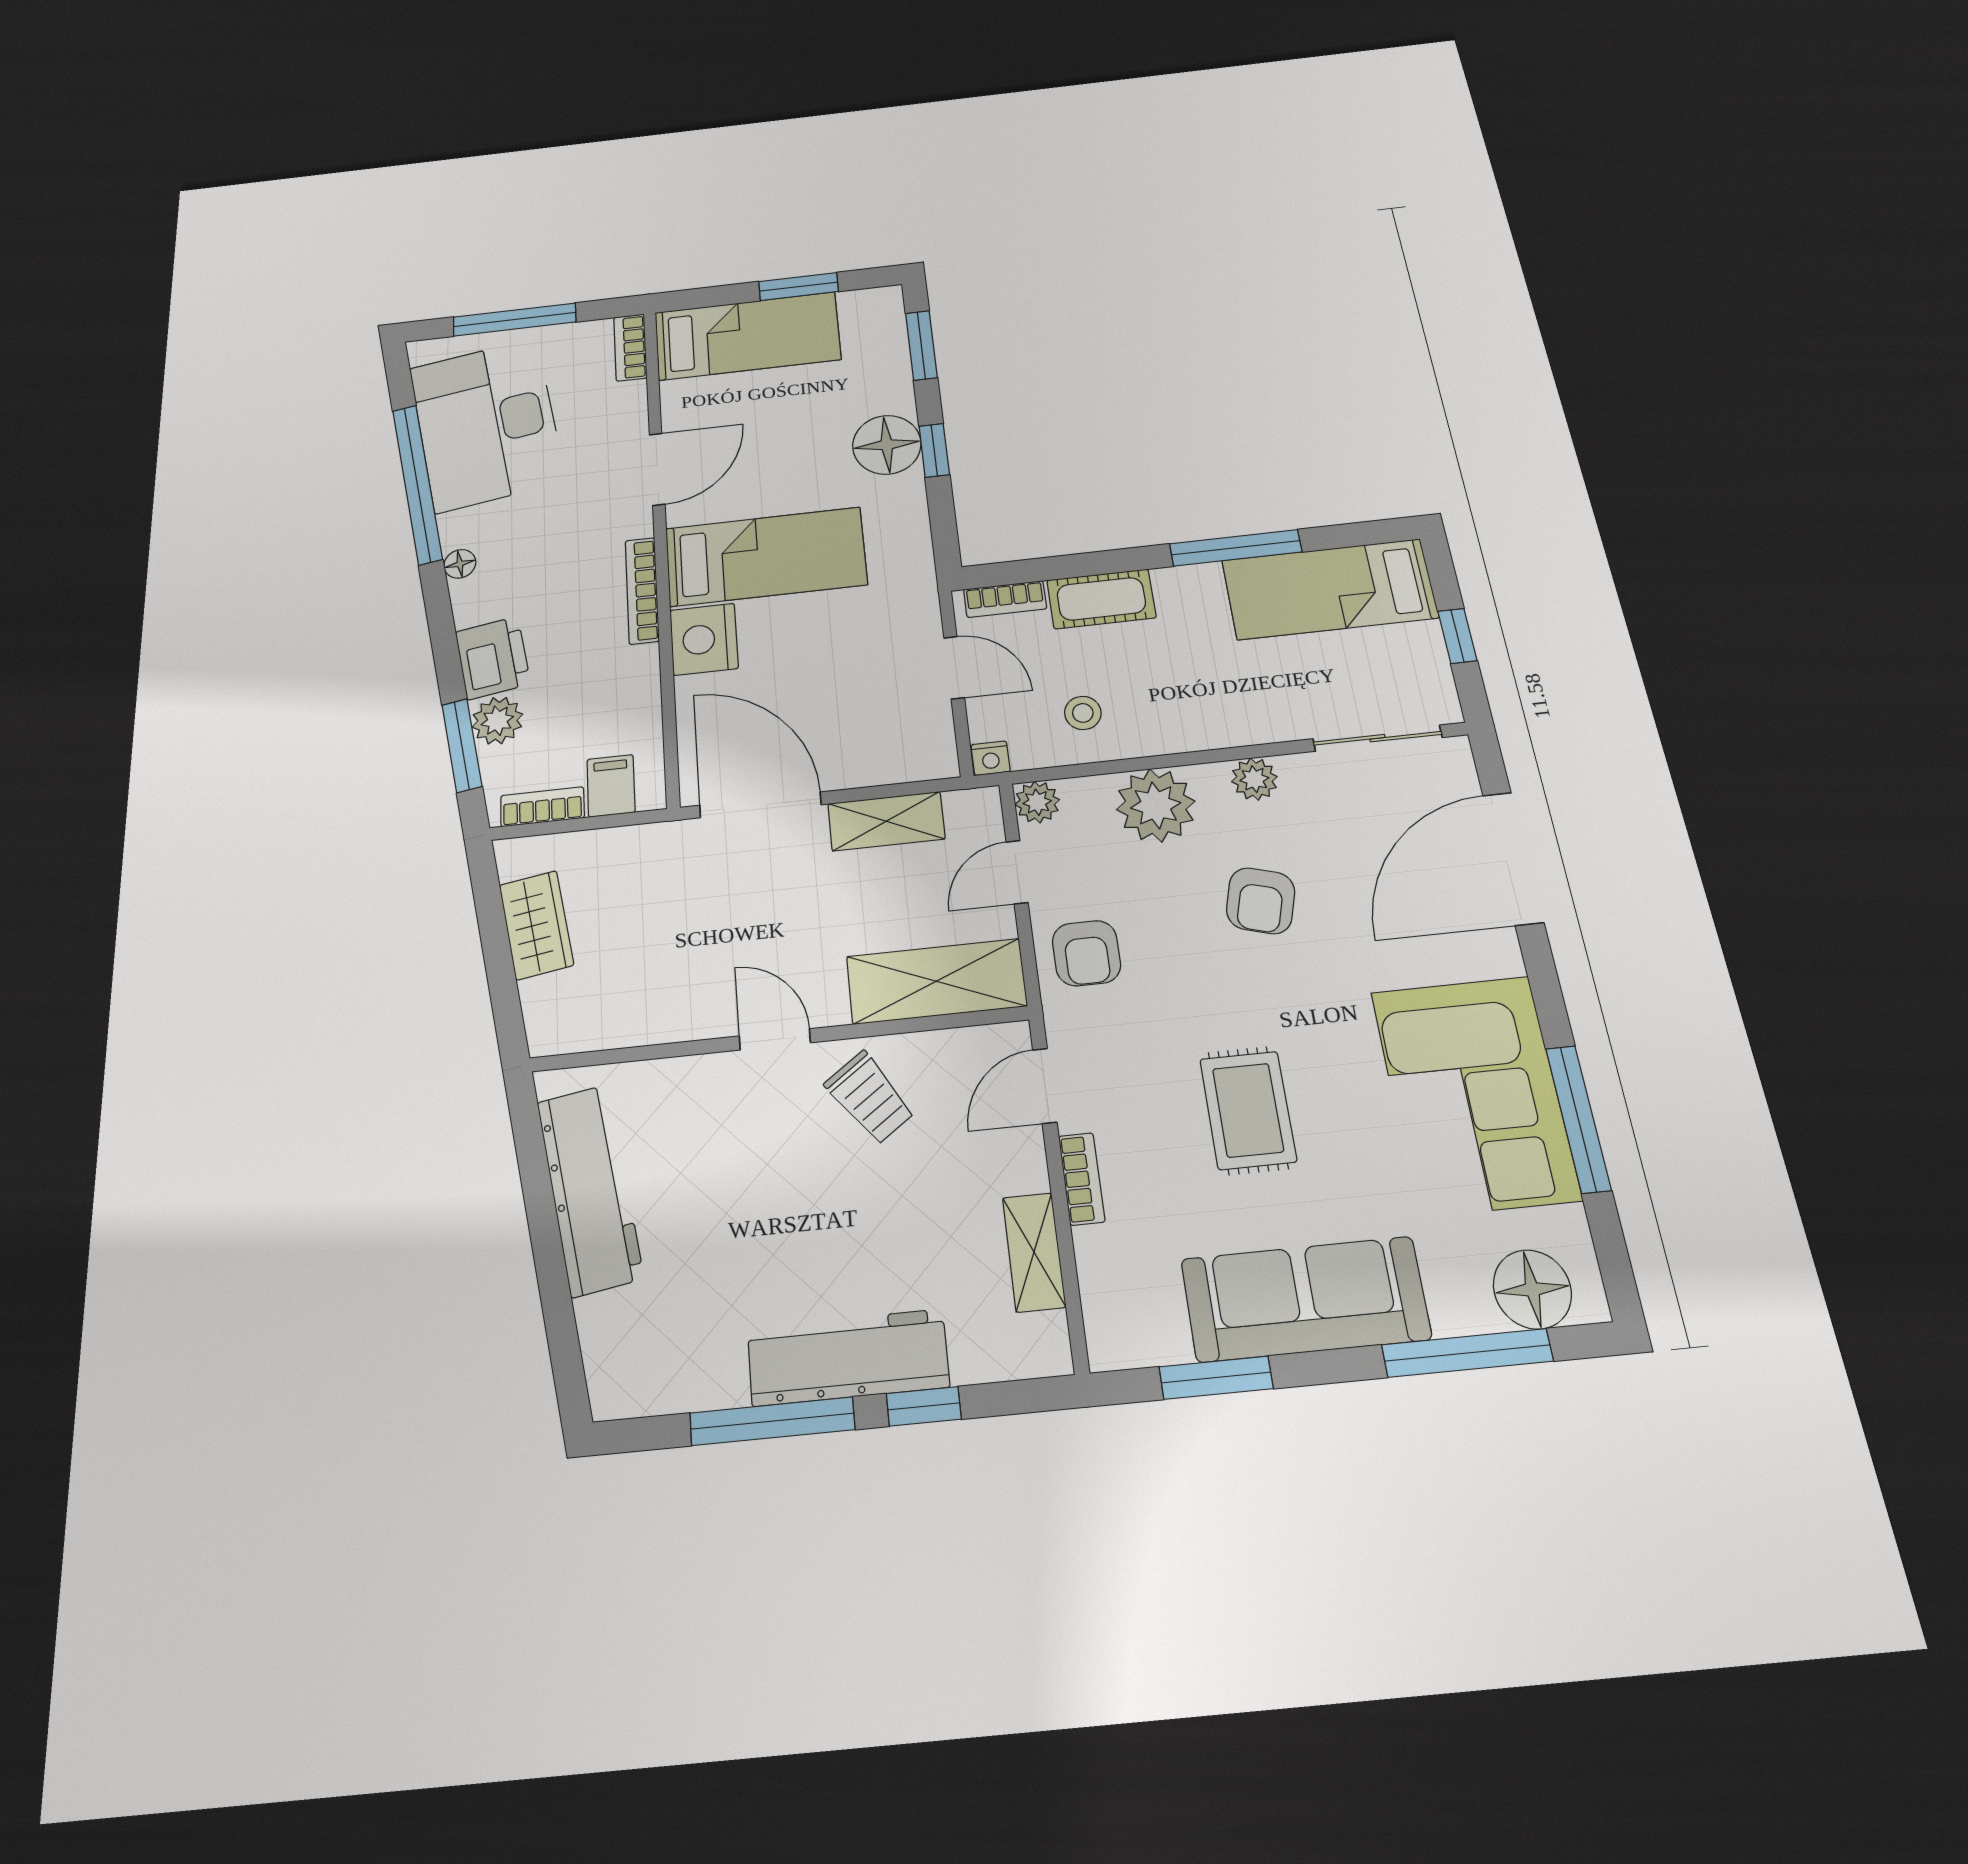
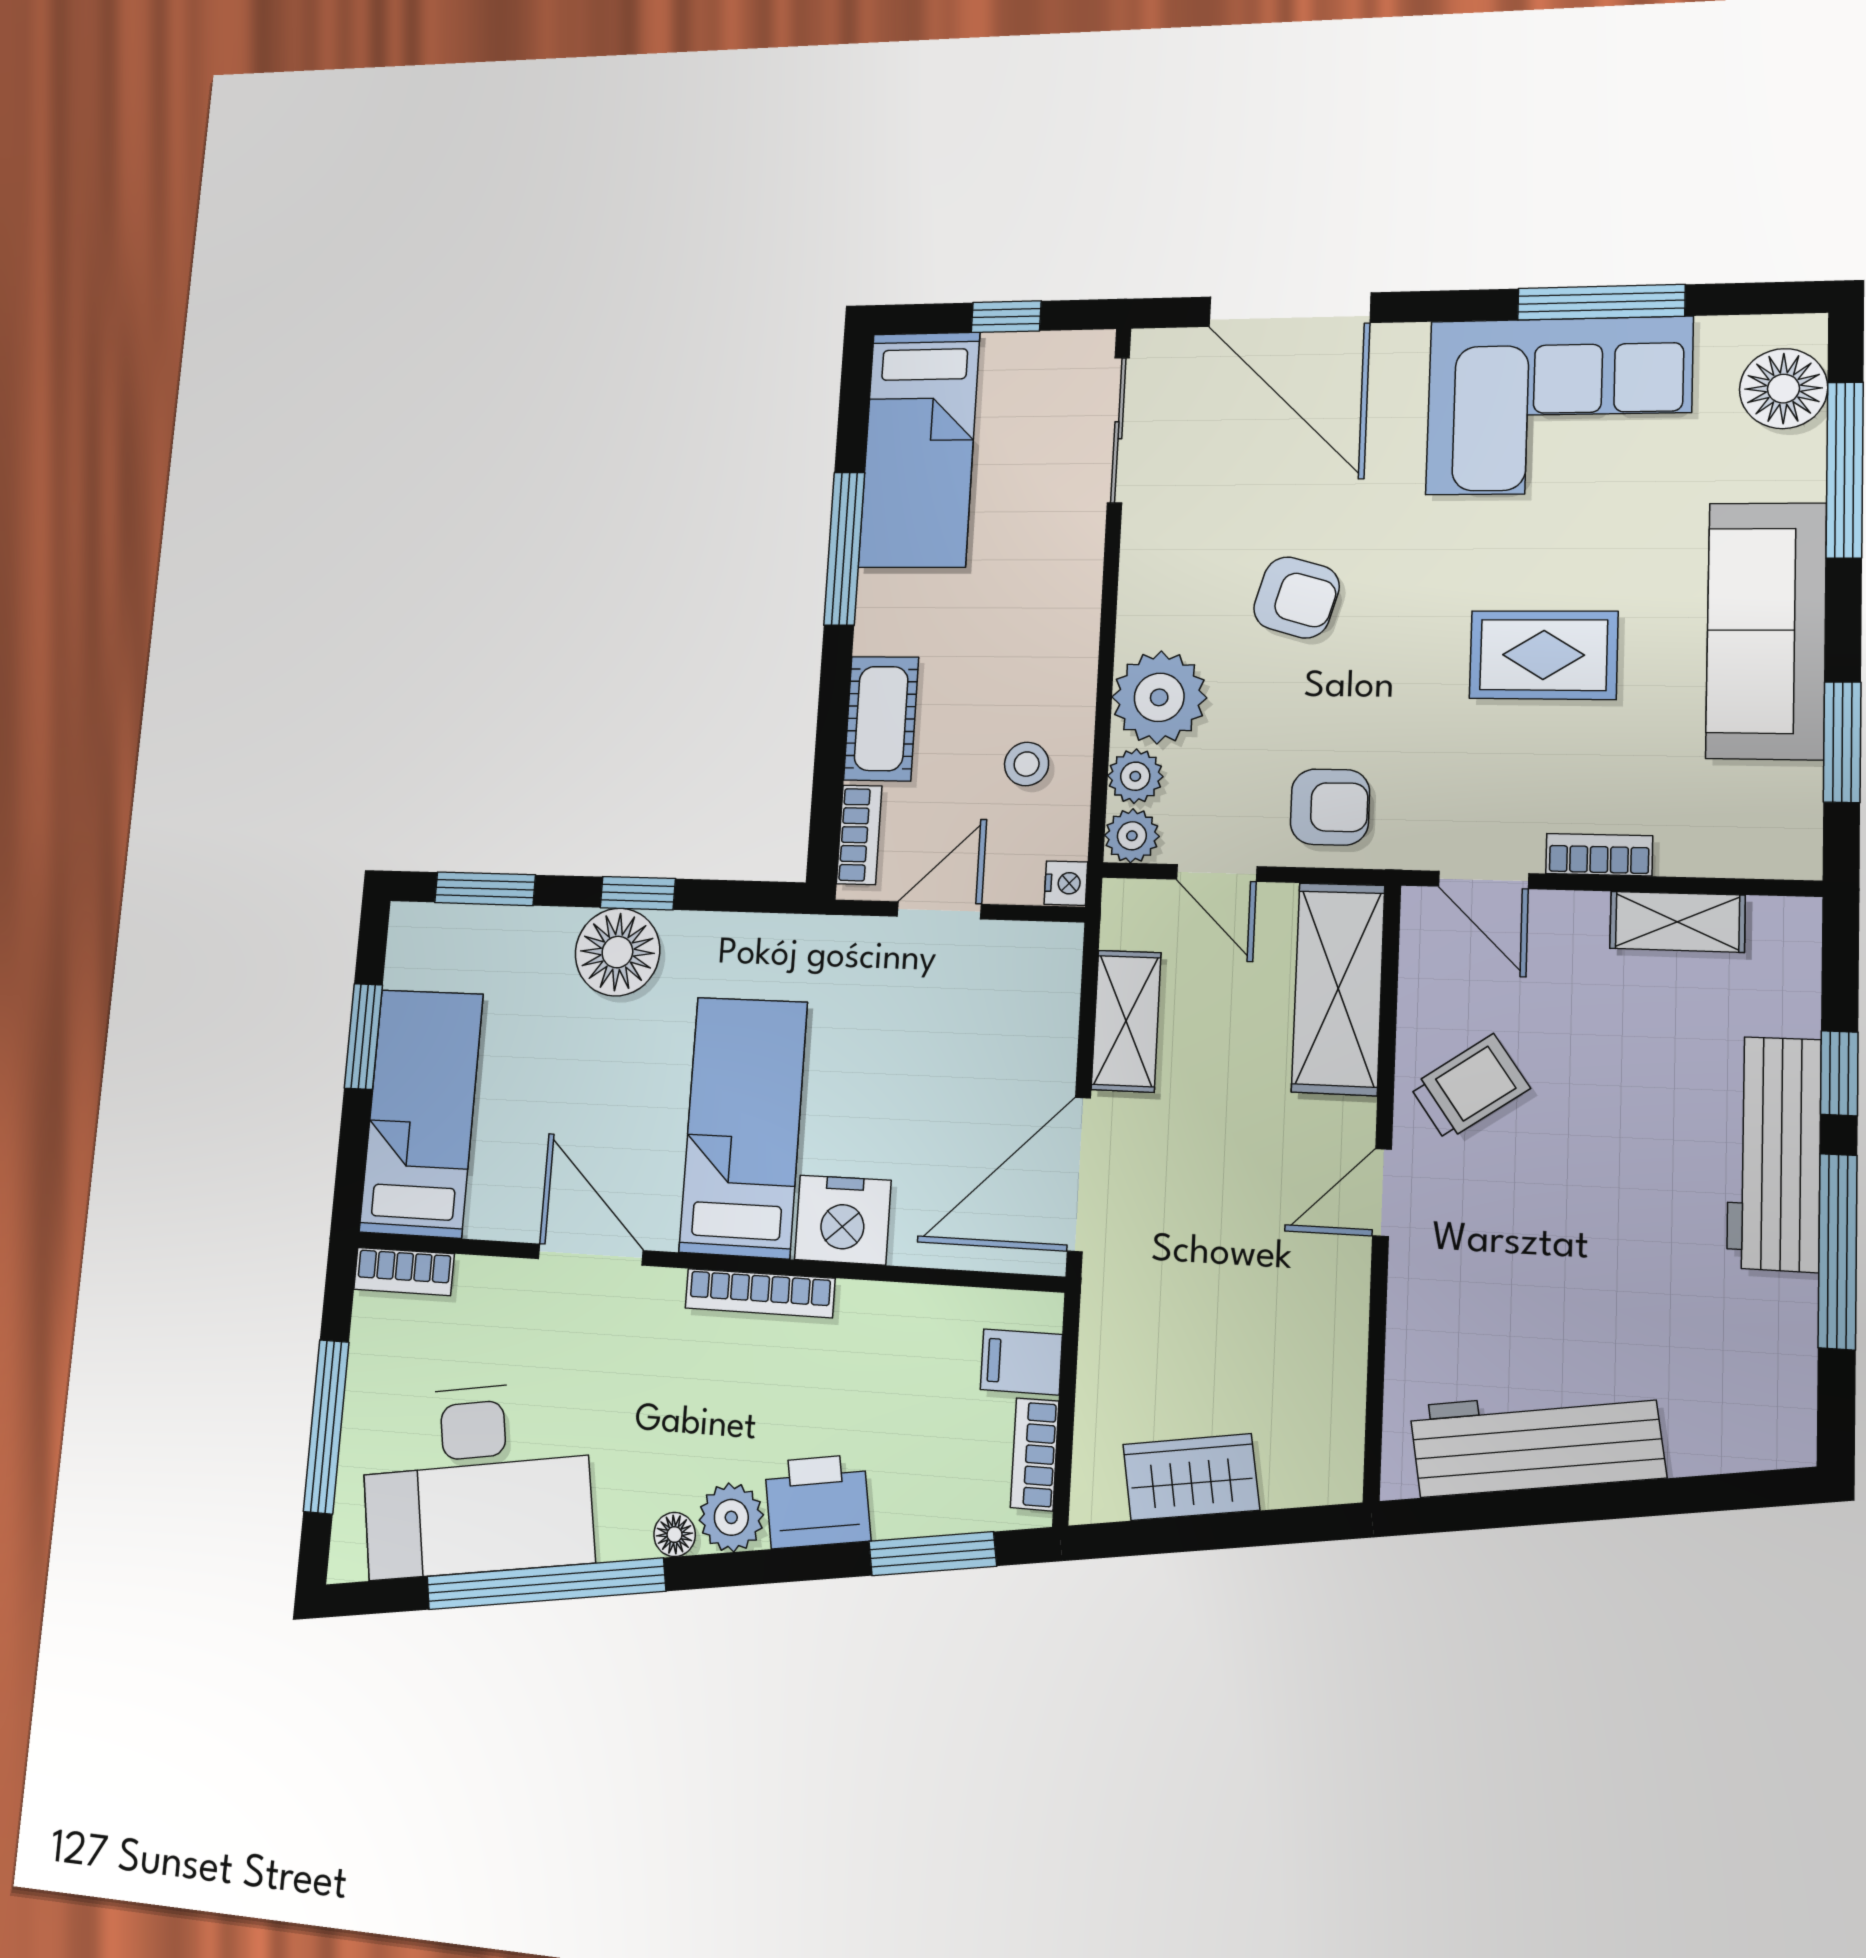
plant: (497, 721) -> (731, 1517), moved
plant: (1254, 779) -> (1135, 776), moved

